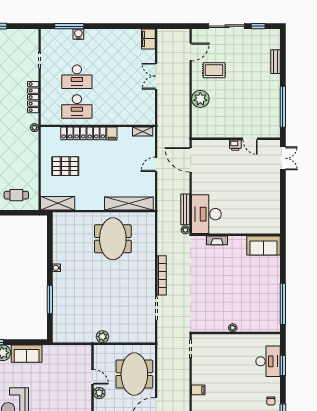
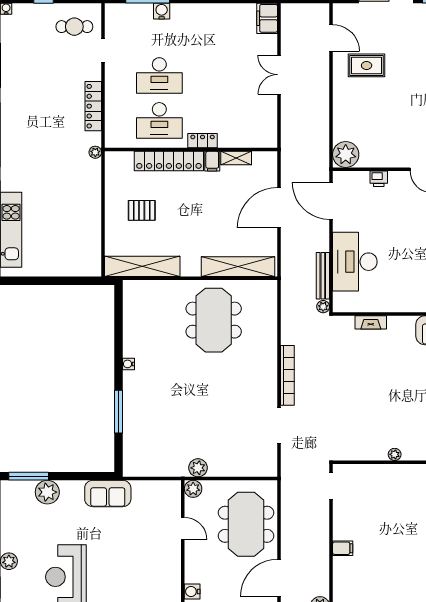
door: (191, 52) -> (331, 38), hinge flipped
plant: (200, 99) -> (346, 154), moved
locker: (105, 120) -> (203, 141), added
shelving: (143, 131) -> (236, 158), moved
printer: (235, 145) -> (379, 179), moved
door: (156, 164) -> (279, 208), width x1.88
pallet: (65, 166) -> (142, 210), width x0.67, depth x0.71
cafe table: (16, 195) -> (74, 27), moved
shelving: (58, 203) -> (142, 266), width x1.47
desk: (206, 214) -> (355, 262), moved
sofa: (27, 354) -> (108, 494), moved
plant: (99, 393) -> (193, 489), moved

